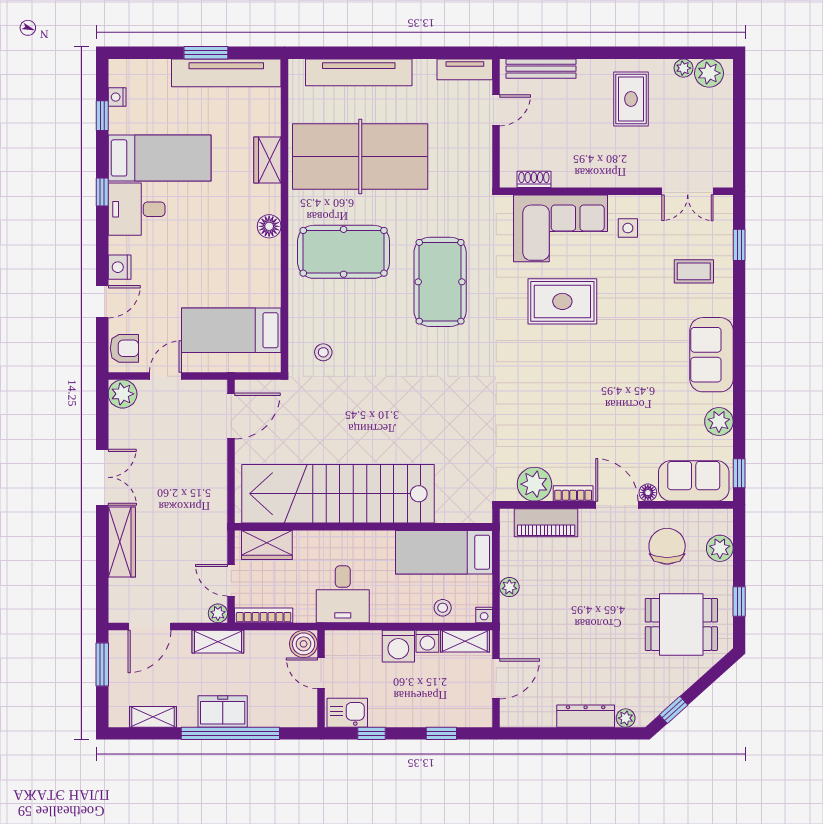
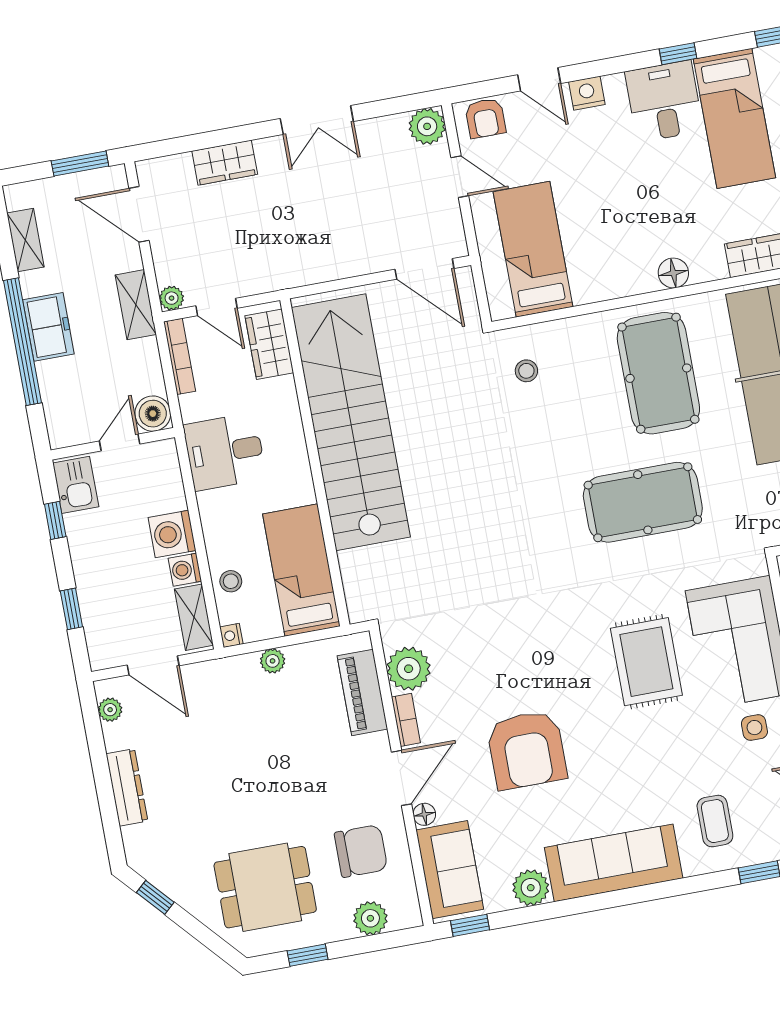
sofa: (712, 355) -> (614, 863), width x1.36
armchair: (613, 405) -> (527, 750), added
wardrobe: (122, 542) -> (225, 163), width x0.67
door: (231, 580) -> (216, 307), swing flipped
dining table: (681, 624) -> (265, 887), turned 90
plant: (626, 718) -> (110, 710), moved

